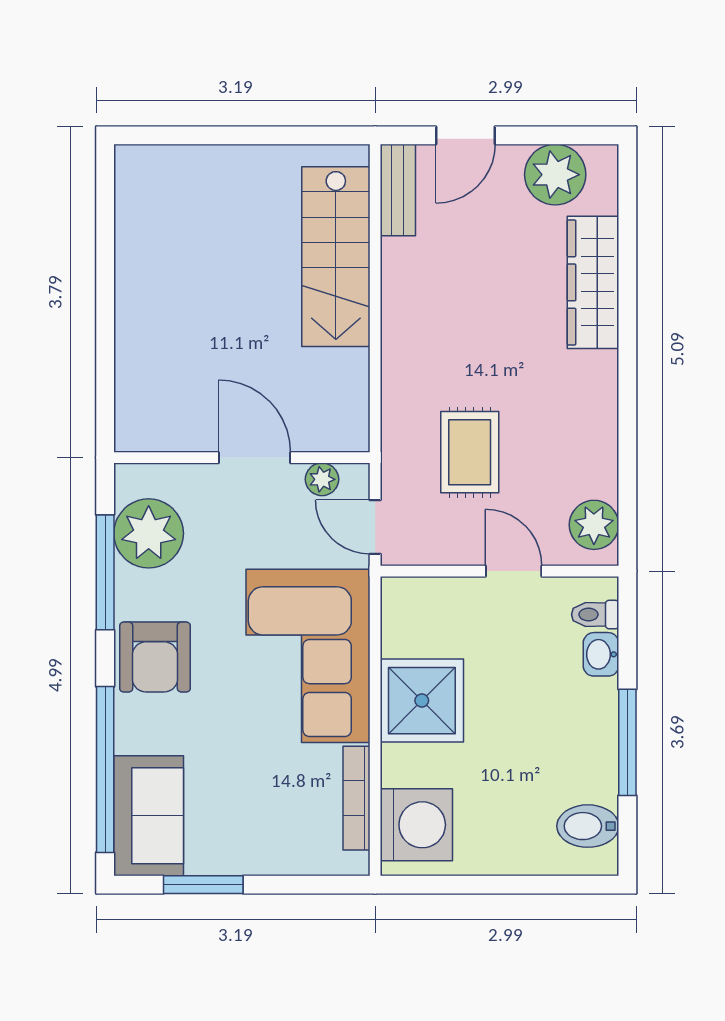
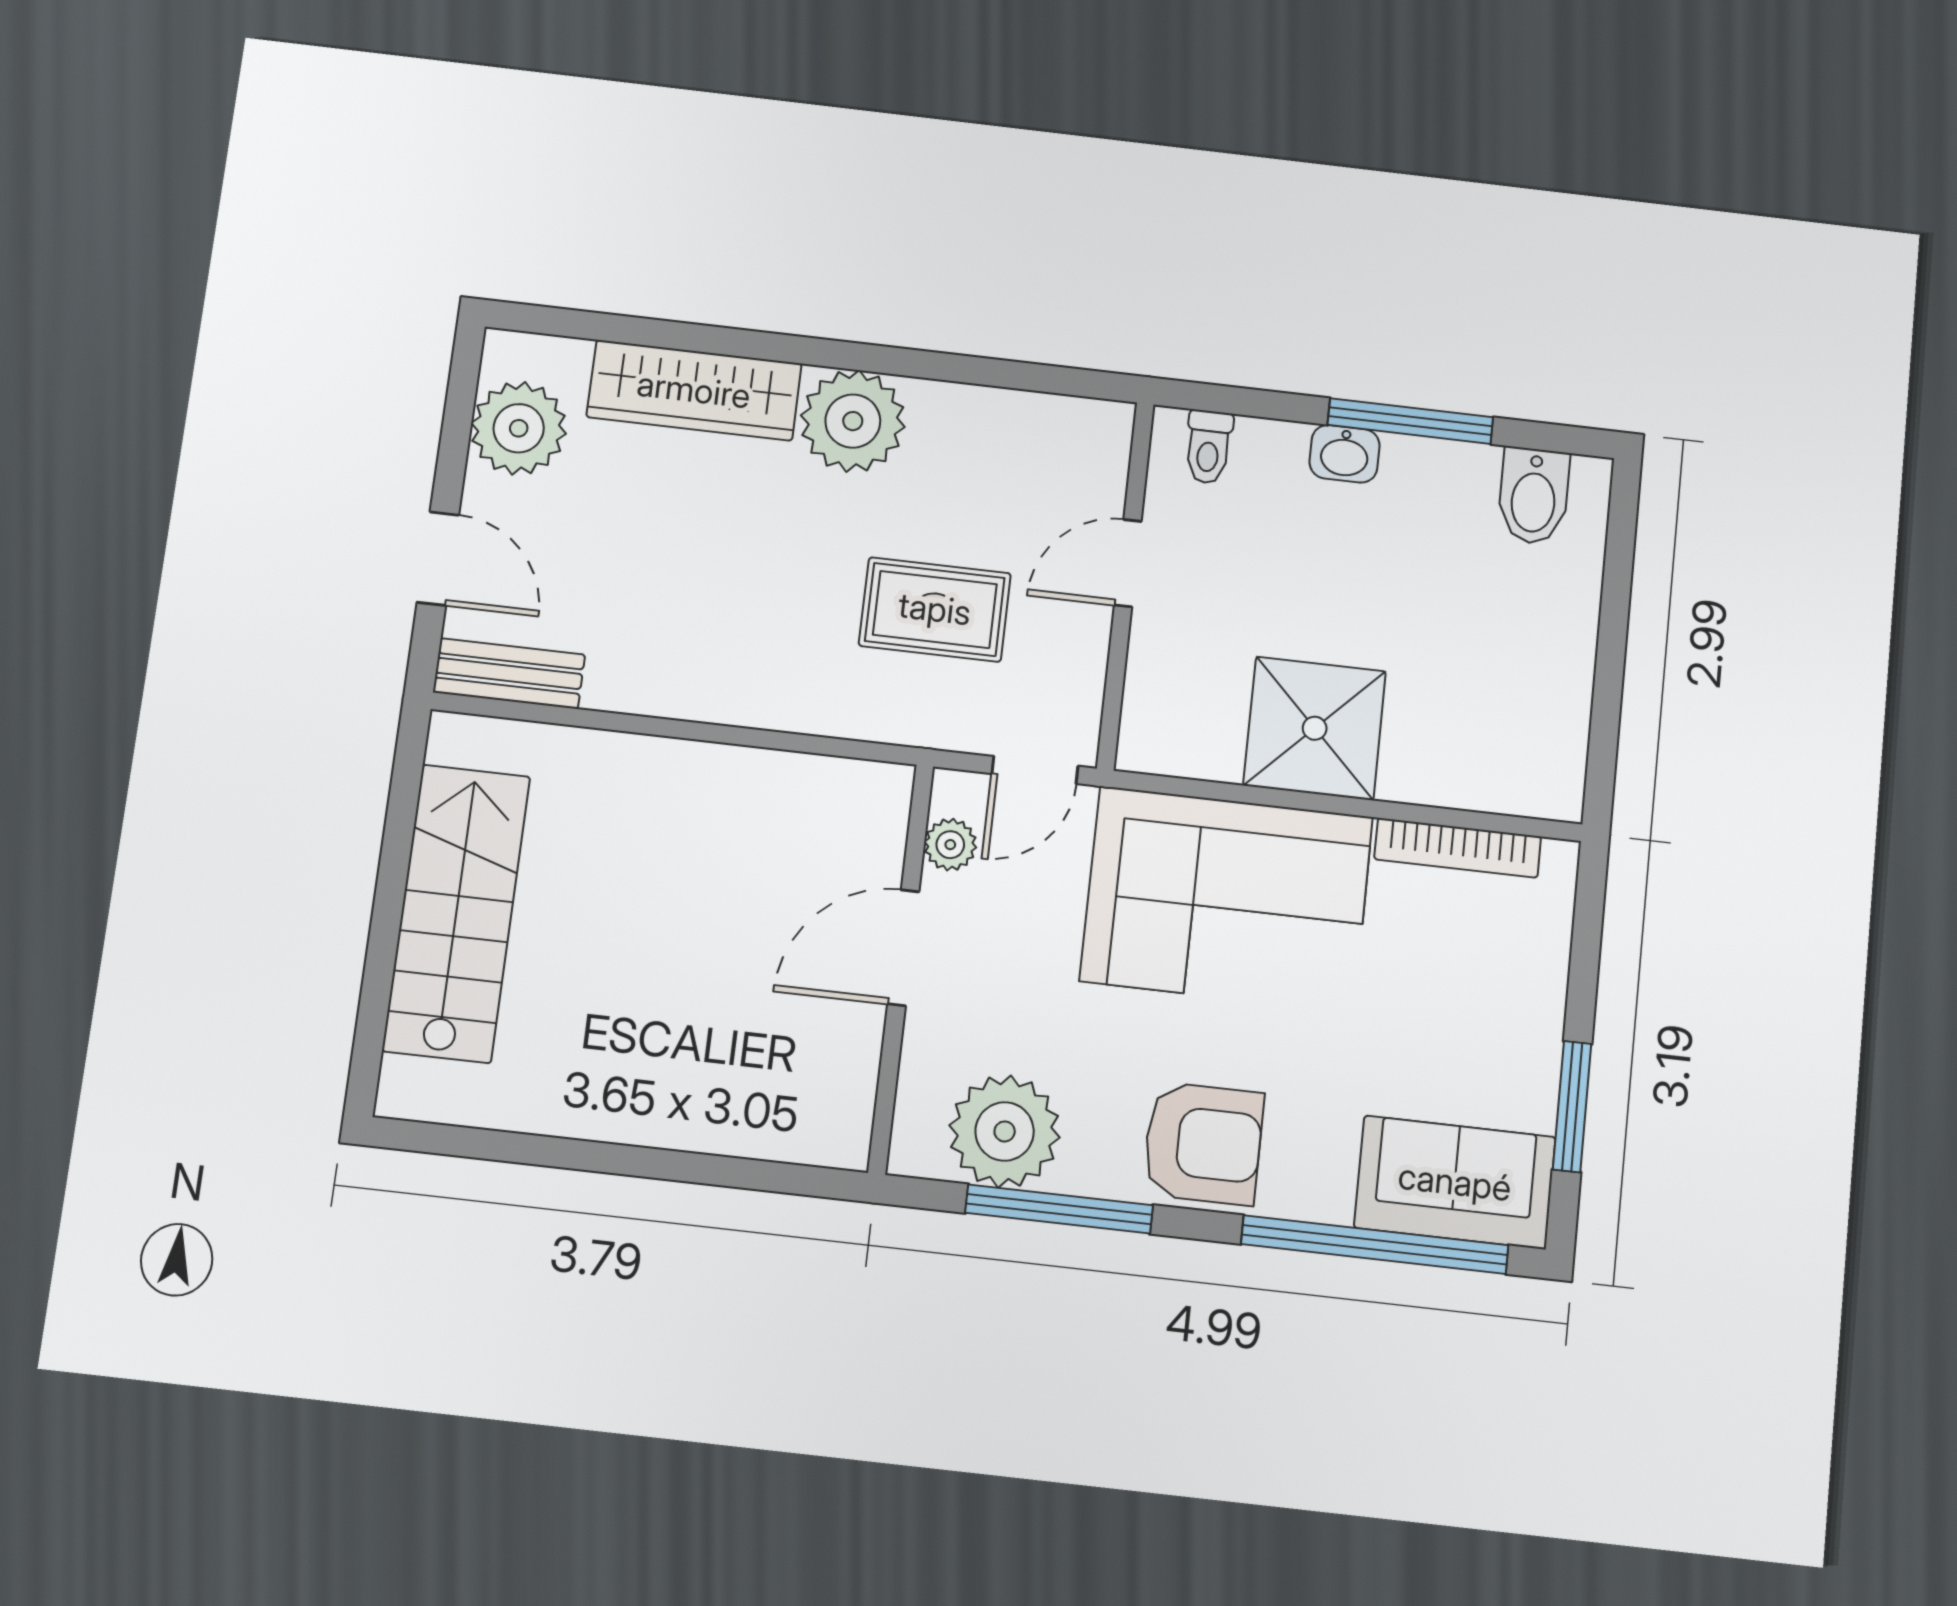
stairs: (336, 257) -> (456, 913), moved, turned -90
plant: (594, 525) -> (853, 421), moved, width x1.36, depth x1.36
washbasin: (601, 654) -> (1345, 454), moved
washing machine: (416, 825) -> (1508, 759), removed

